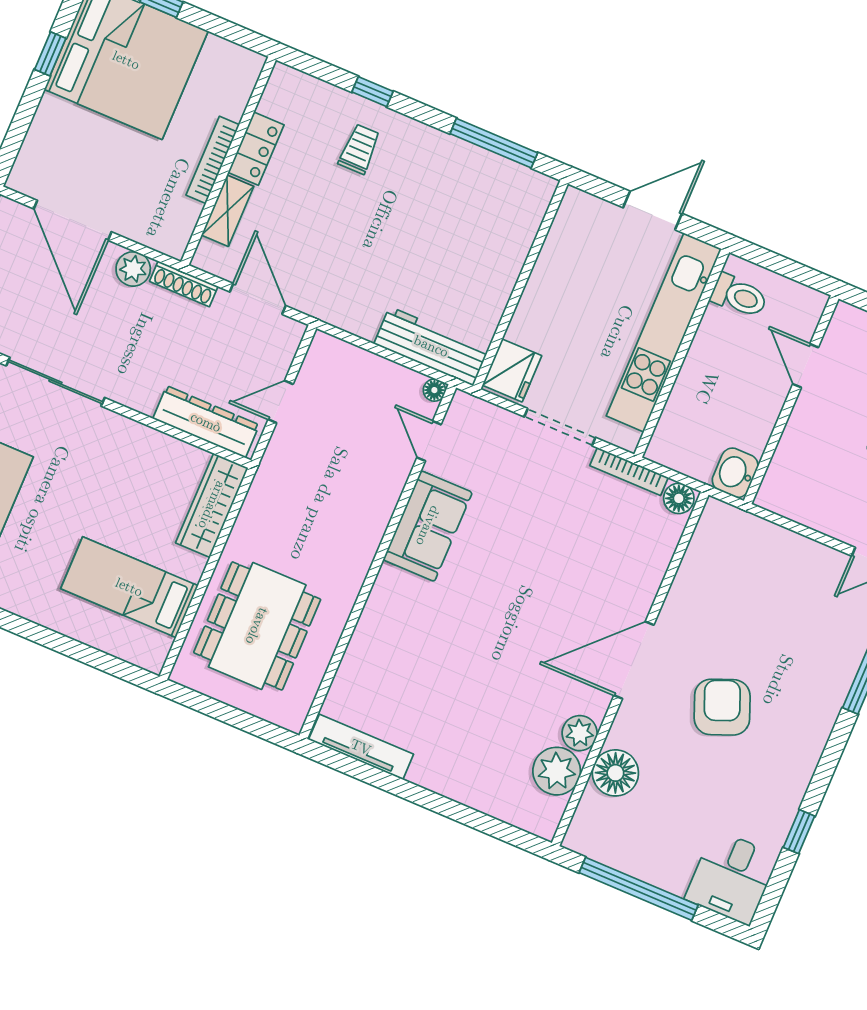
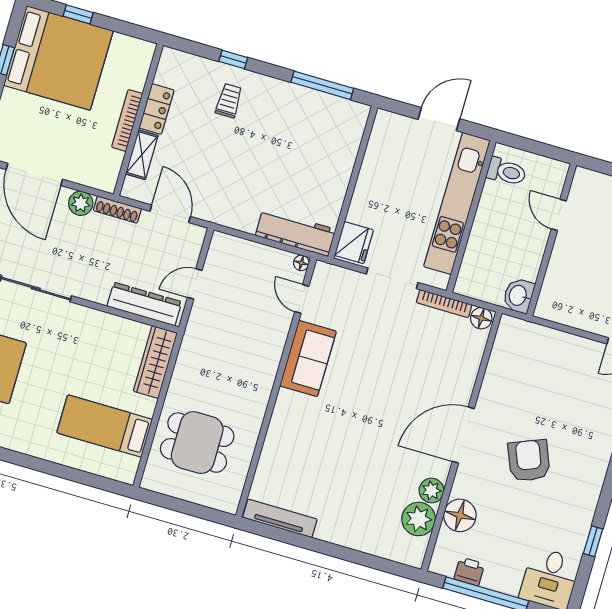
dining table: (257, 626) -> (197, 443), width x0.73
printer: (619, 854) -> (469, 571), added

